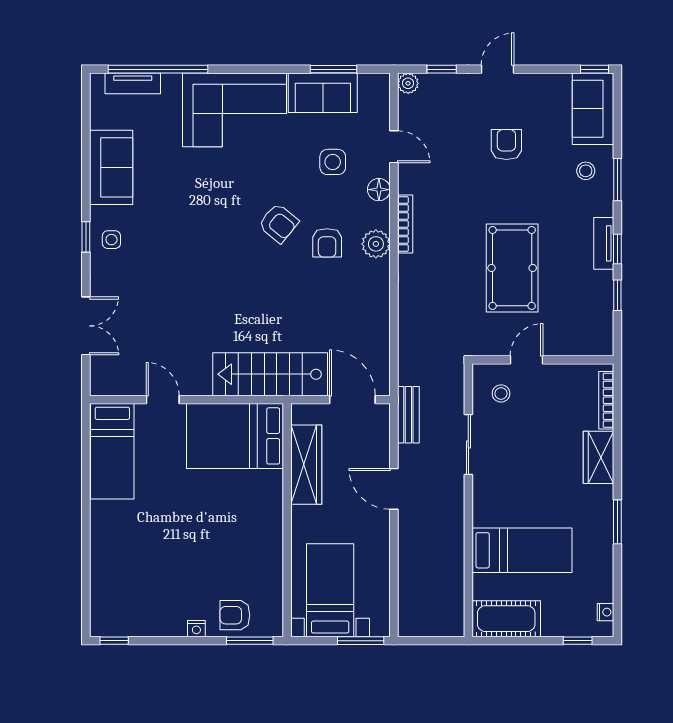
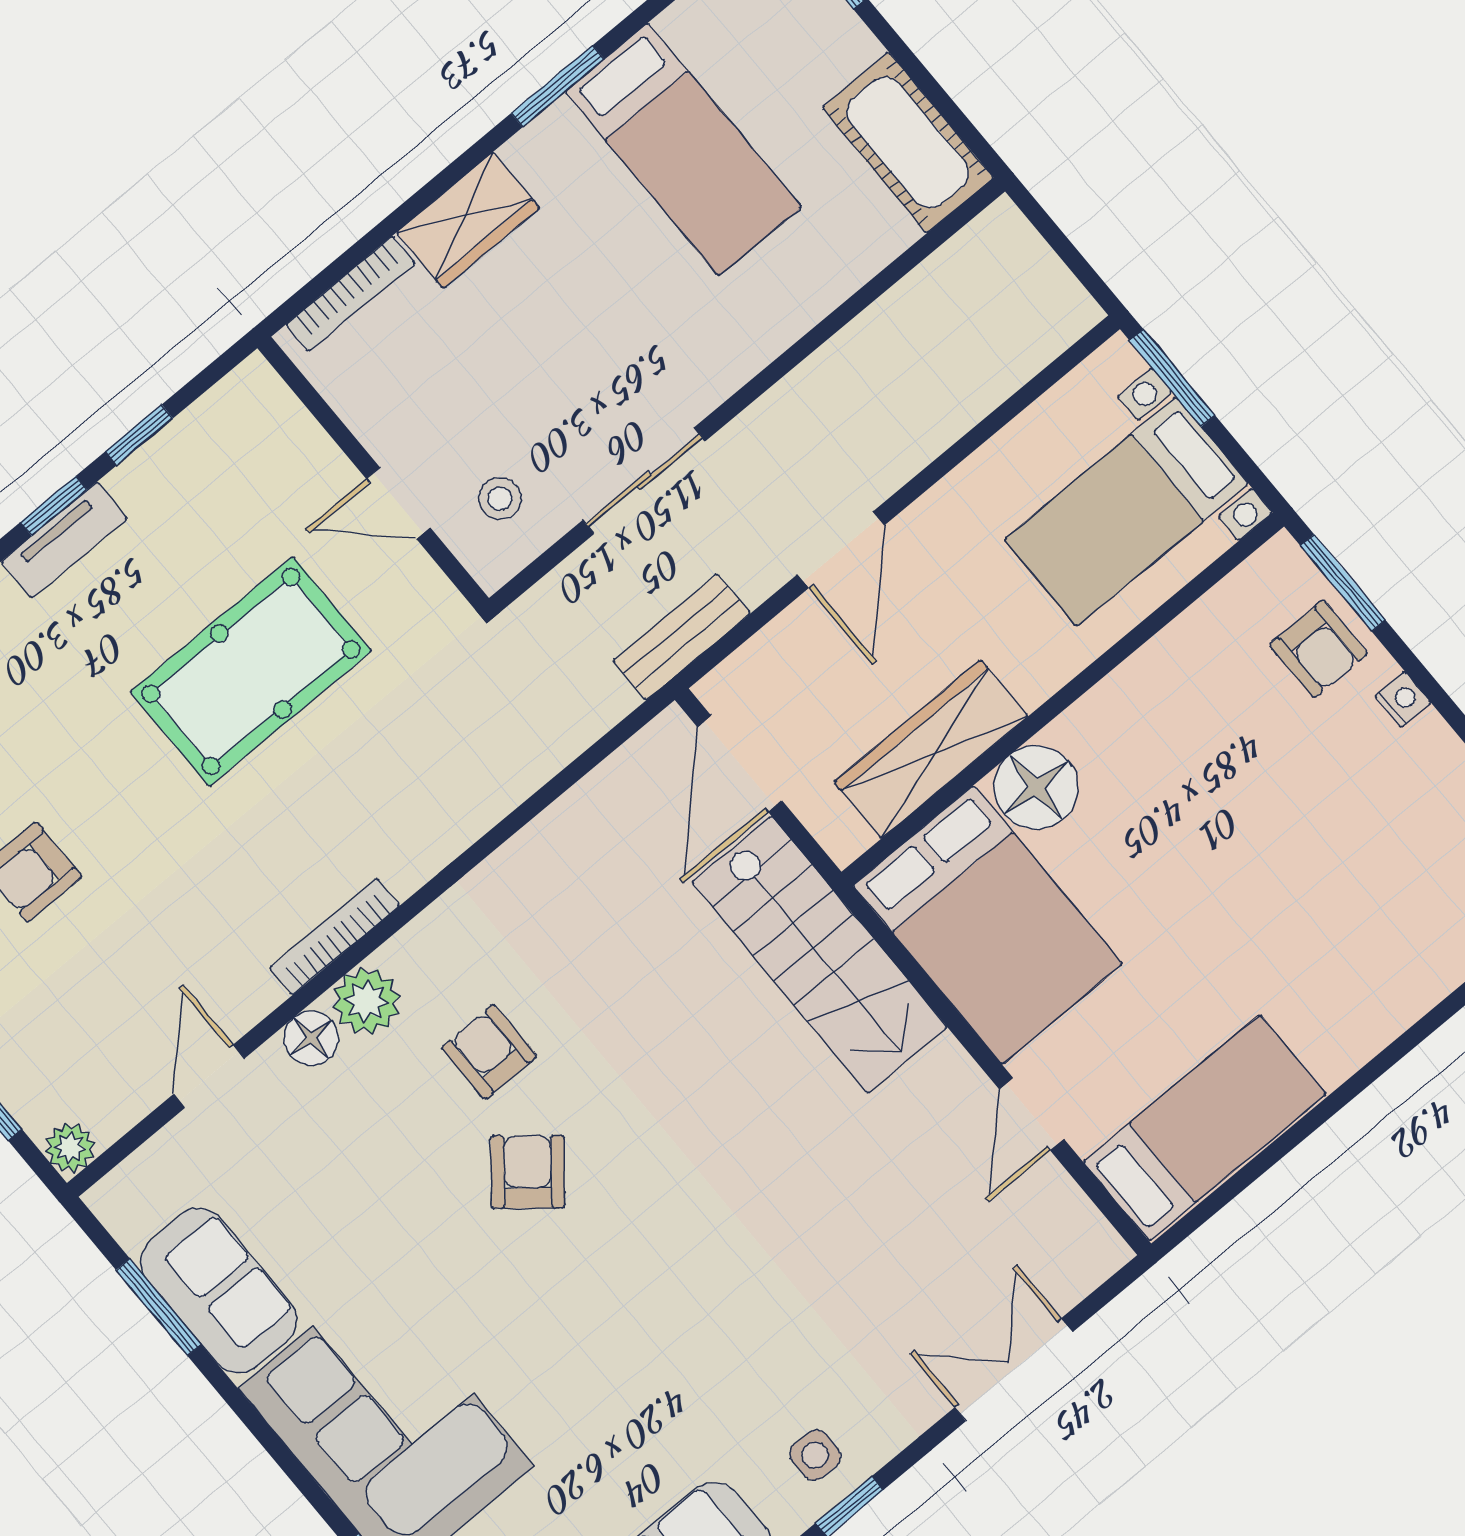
side table: (333, 162) -> (331, 1166), removed
armchair: (327, 243) -> (489, 1052), turned -90
plant: (376, 244) -> (366, 1001), moved
floor lamp: (266, 488) -> (1036, 787), added
bed: (522, 550) -> (683, 149), moved, turned 180

